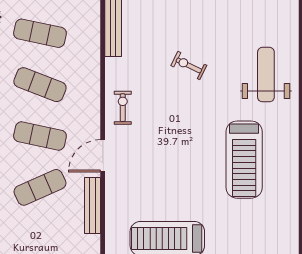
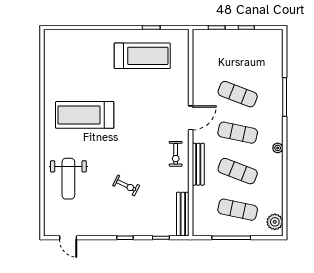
treadmill: (244, 160) -> (85, 115), turned -90
exercise mat: (40, 187) -> (238, 94), turned 45
bench: (93, 206) -> (198, 164), moved

